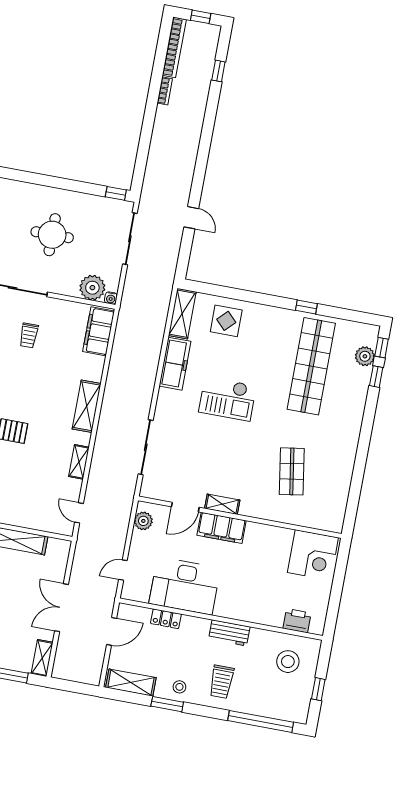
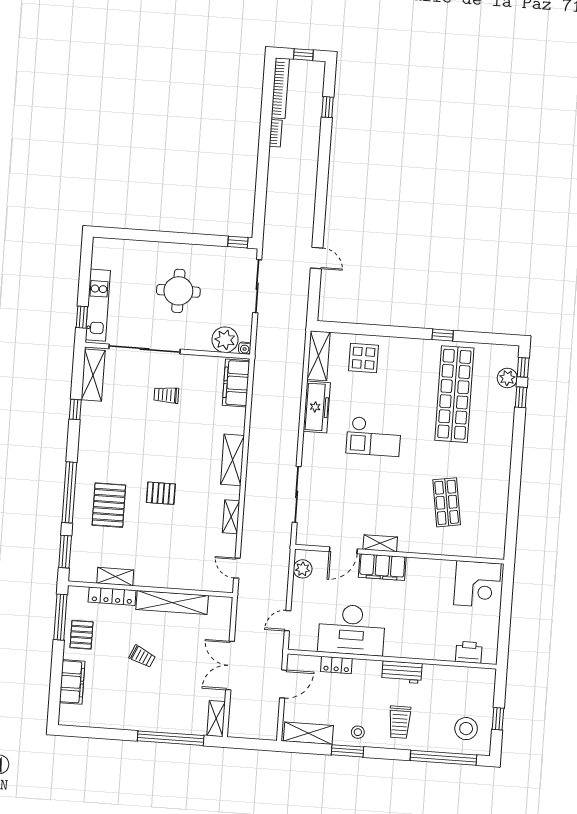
trolley: (29, 335) -> (166, 395), turned 90
stool: (288, 662) -> (466, 729), moved

